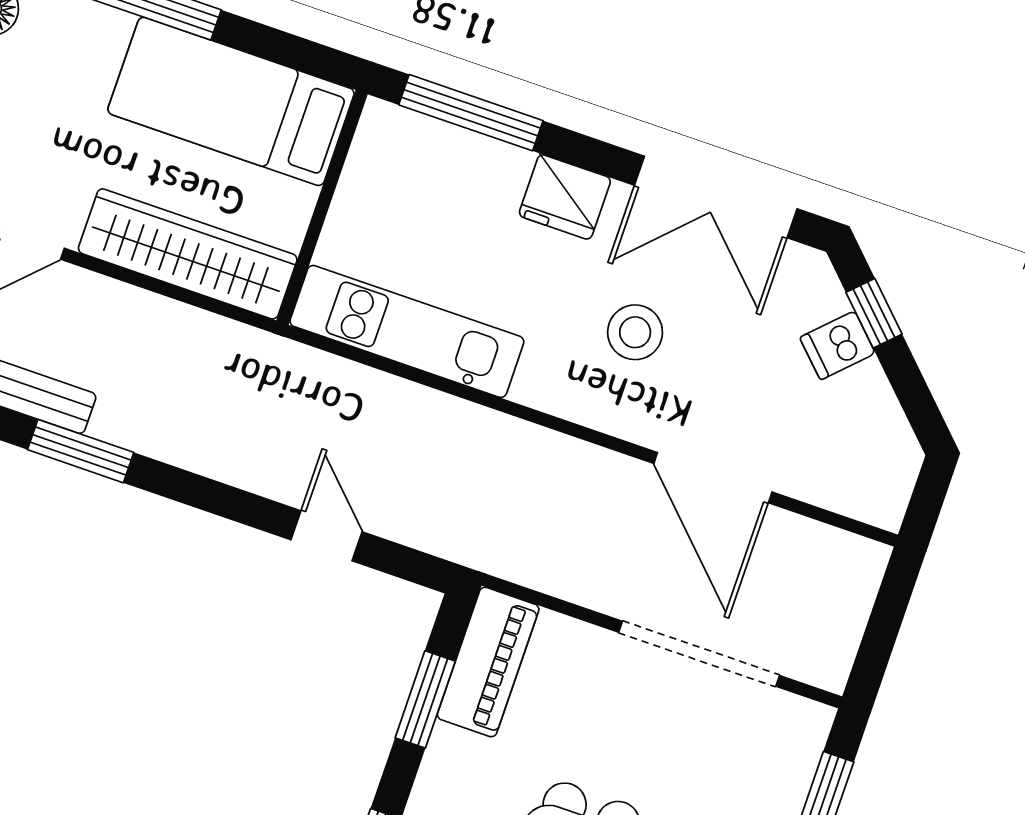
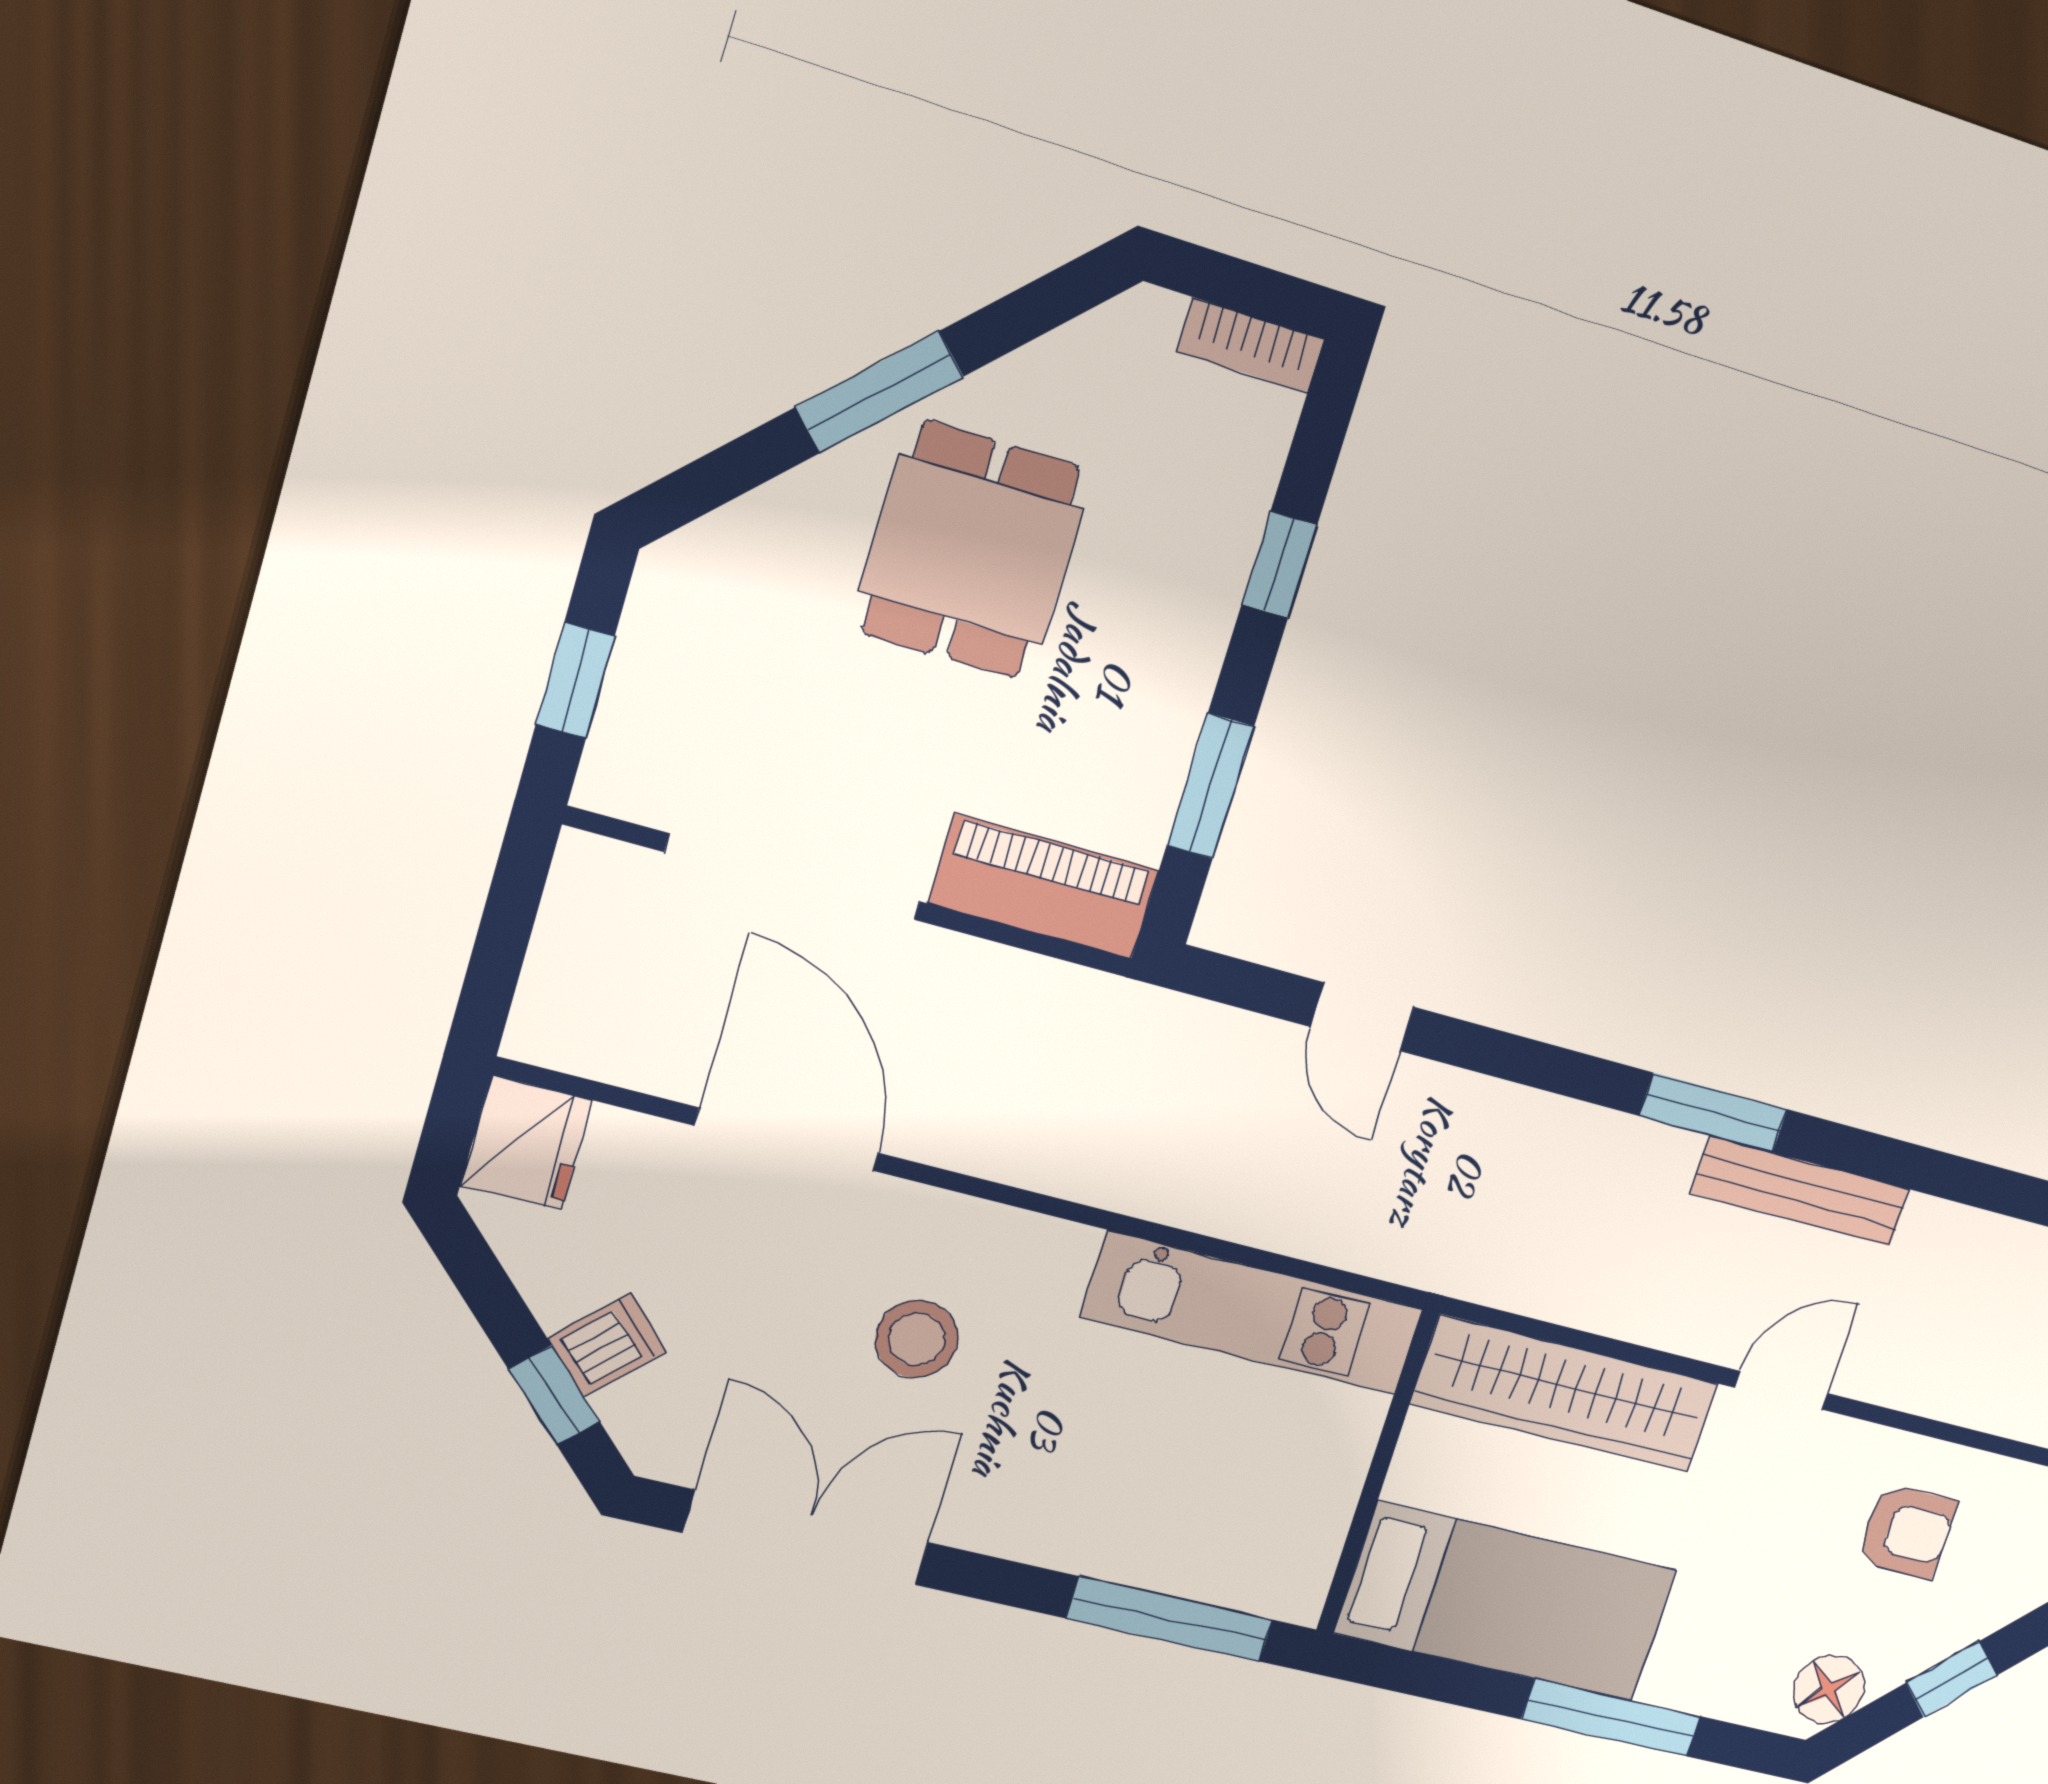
fridge: (565, 197) -> (526, 1143), moved, turned 90
piano: (488, 662) -> (1044, 887), moved, turned 90

